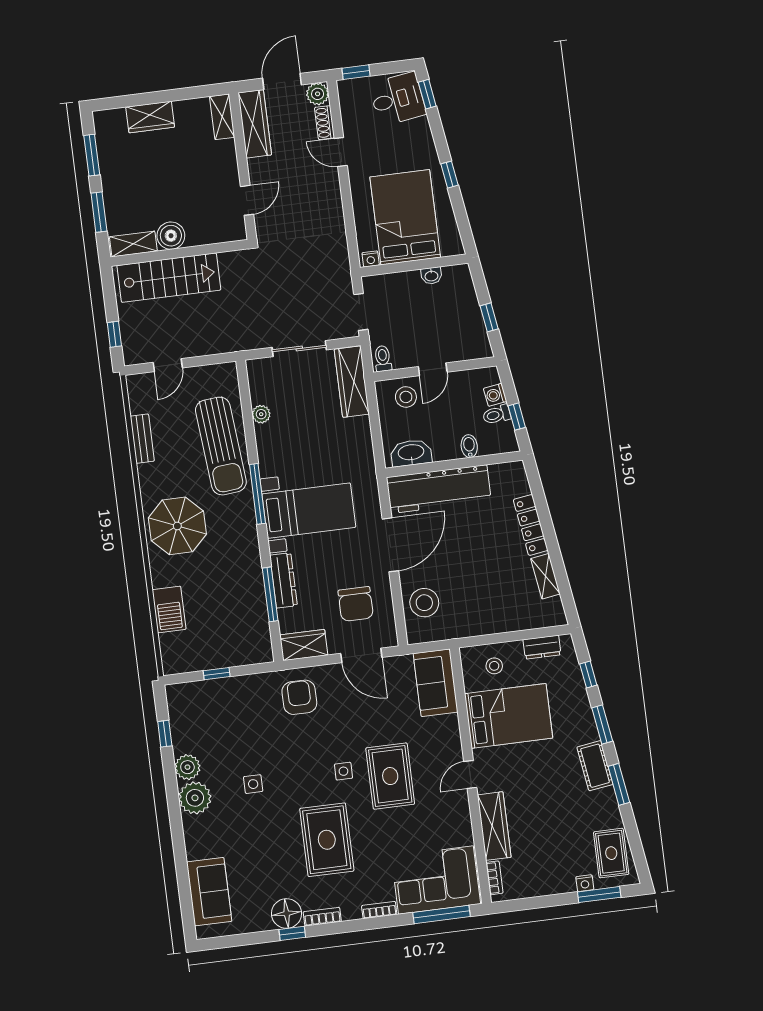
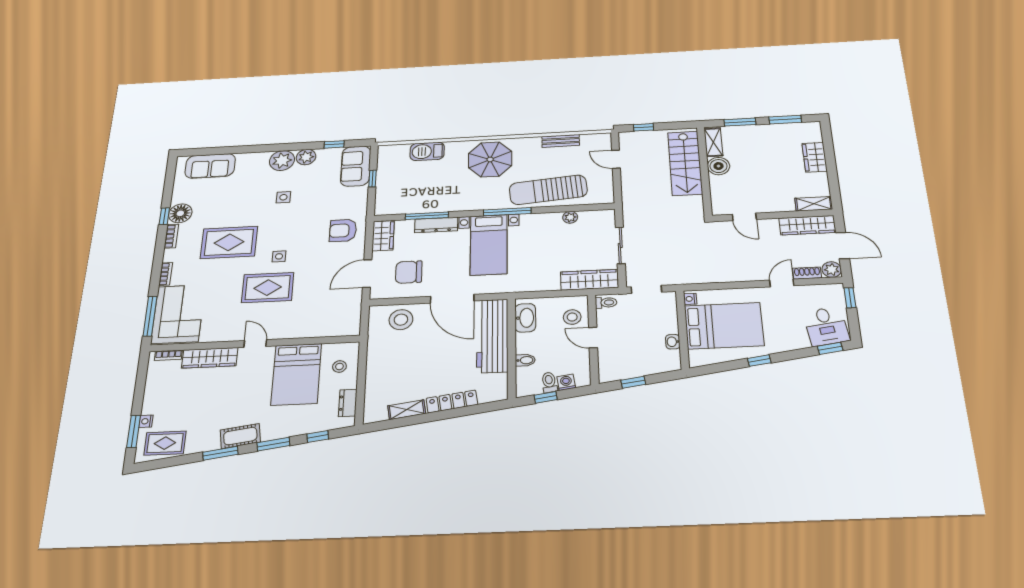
sofa: (436, 683) -> (356, 166), moved, turned -90
armchair: (299, 697) -> (343, 230), turned 180

